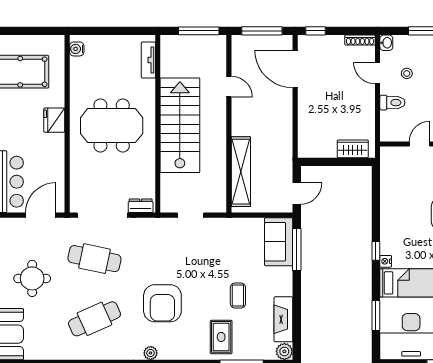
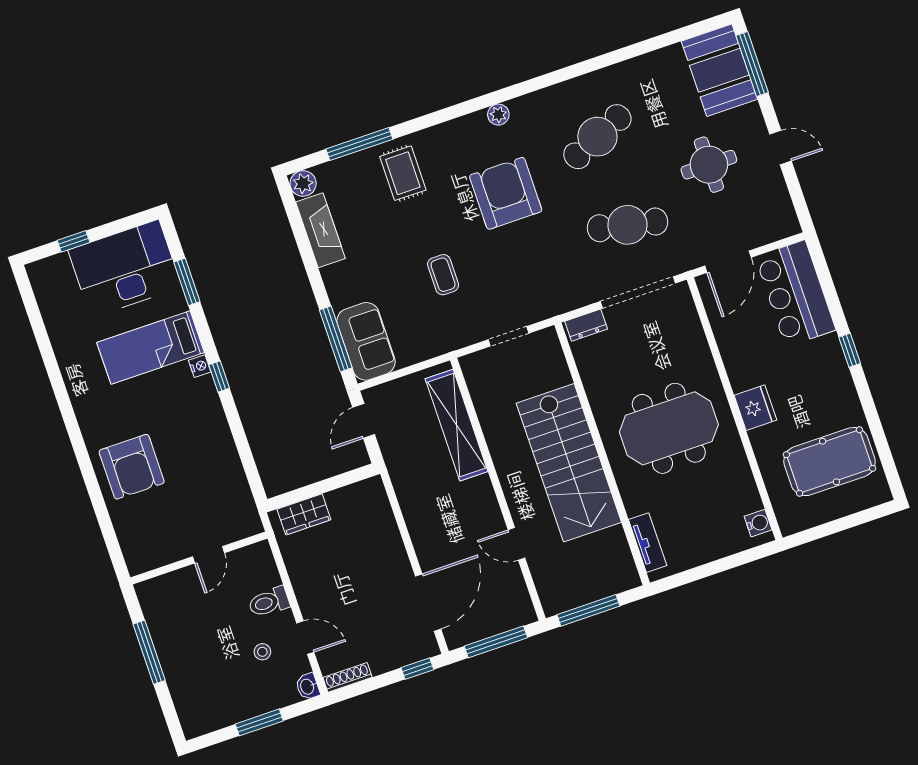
door: (295, 69) -> (428, 603), hinge flipped
coffee table: (238, 296) -> (443, 275), moved

